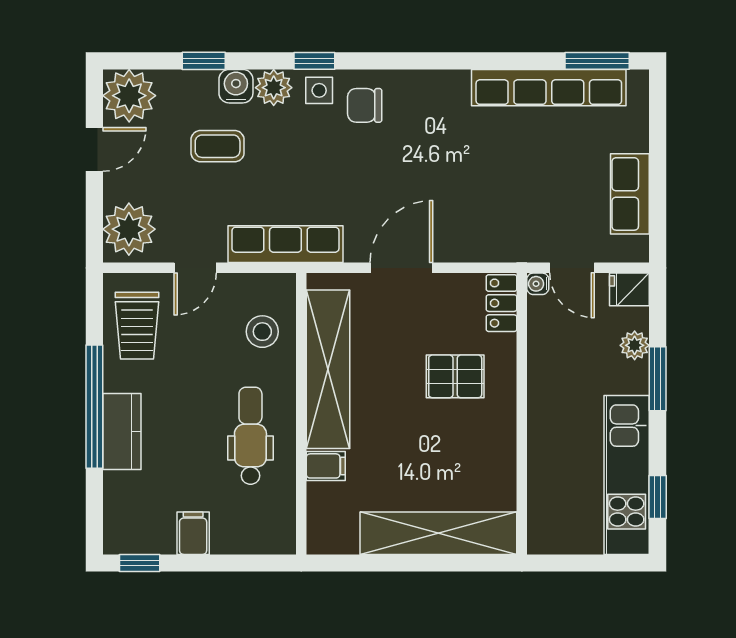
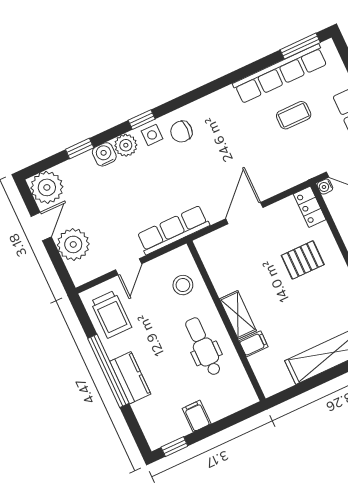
coffee table: (218, 146) -> (294, 115), moved
plant: (129, 229) -> (73, 244), moved
shelving: (328, 369) -> (238, 315), width x0.45, depth x0.75

